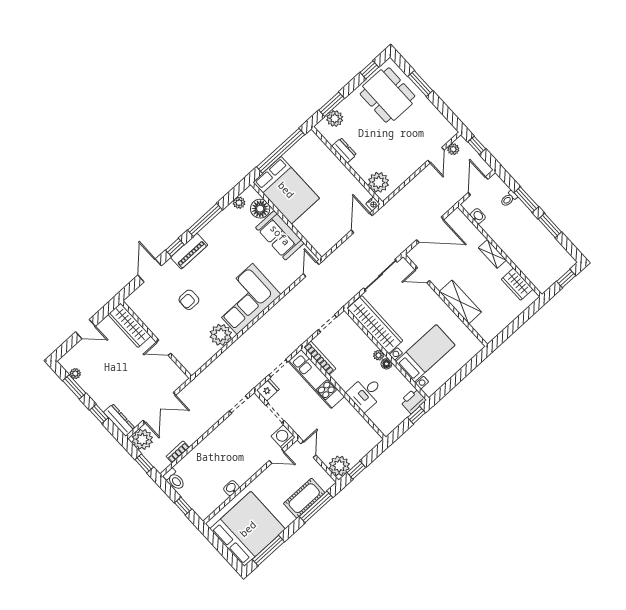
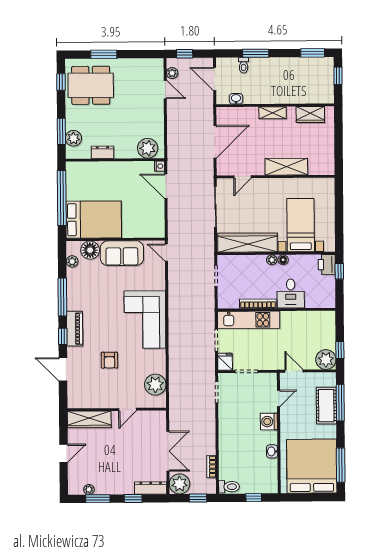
window: (550, 226) -> (313, 53), moved
plant: (221, 335) -> (155, 385), moved
bookcase: (320, 358) -> (258, 304), moved
washing machine: (283, 437) -> (269, 422), moved

